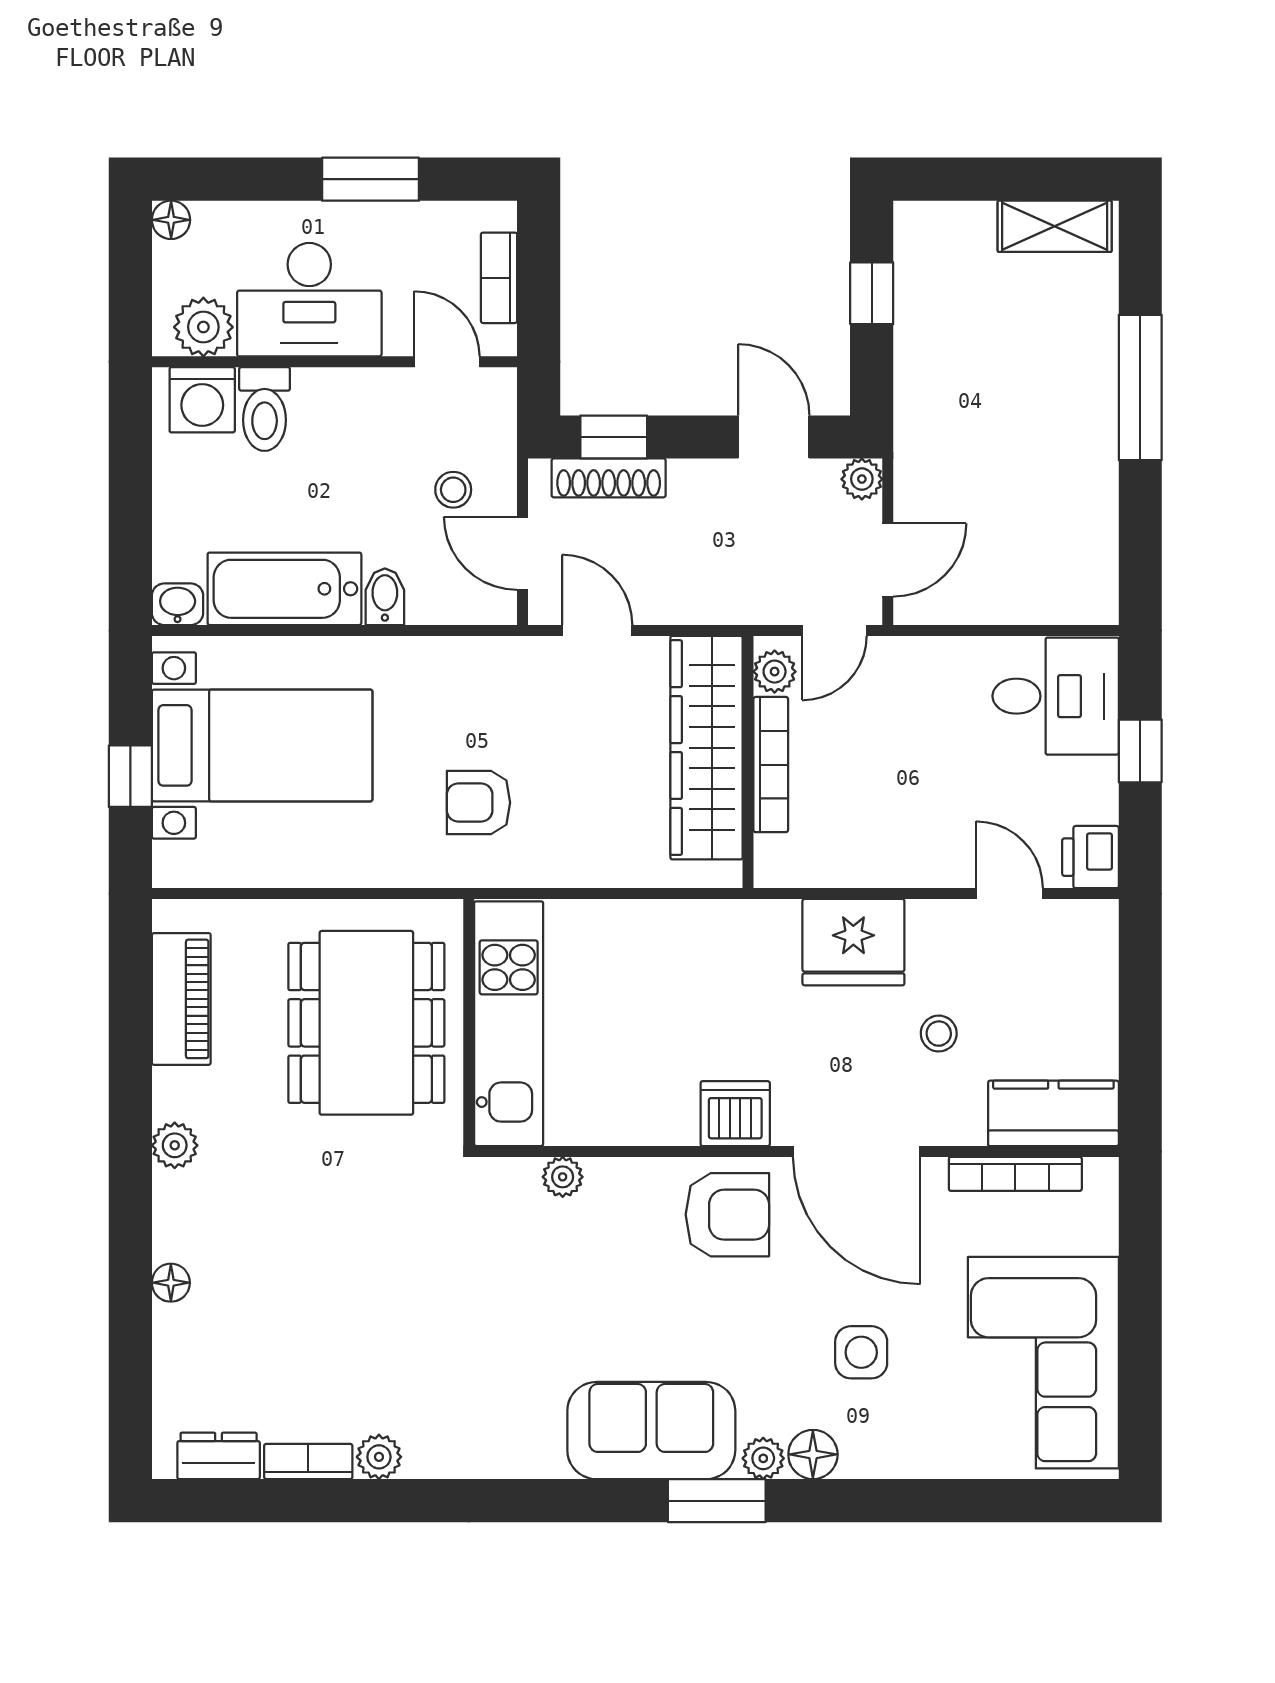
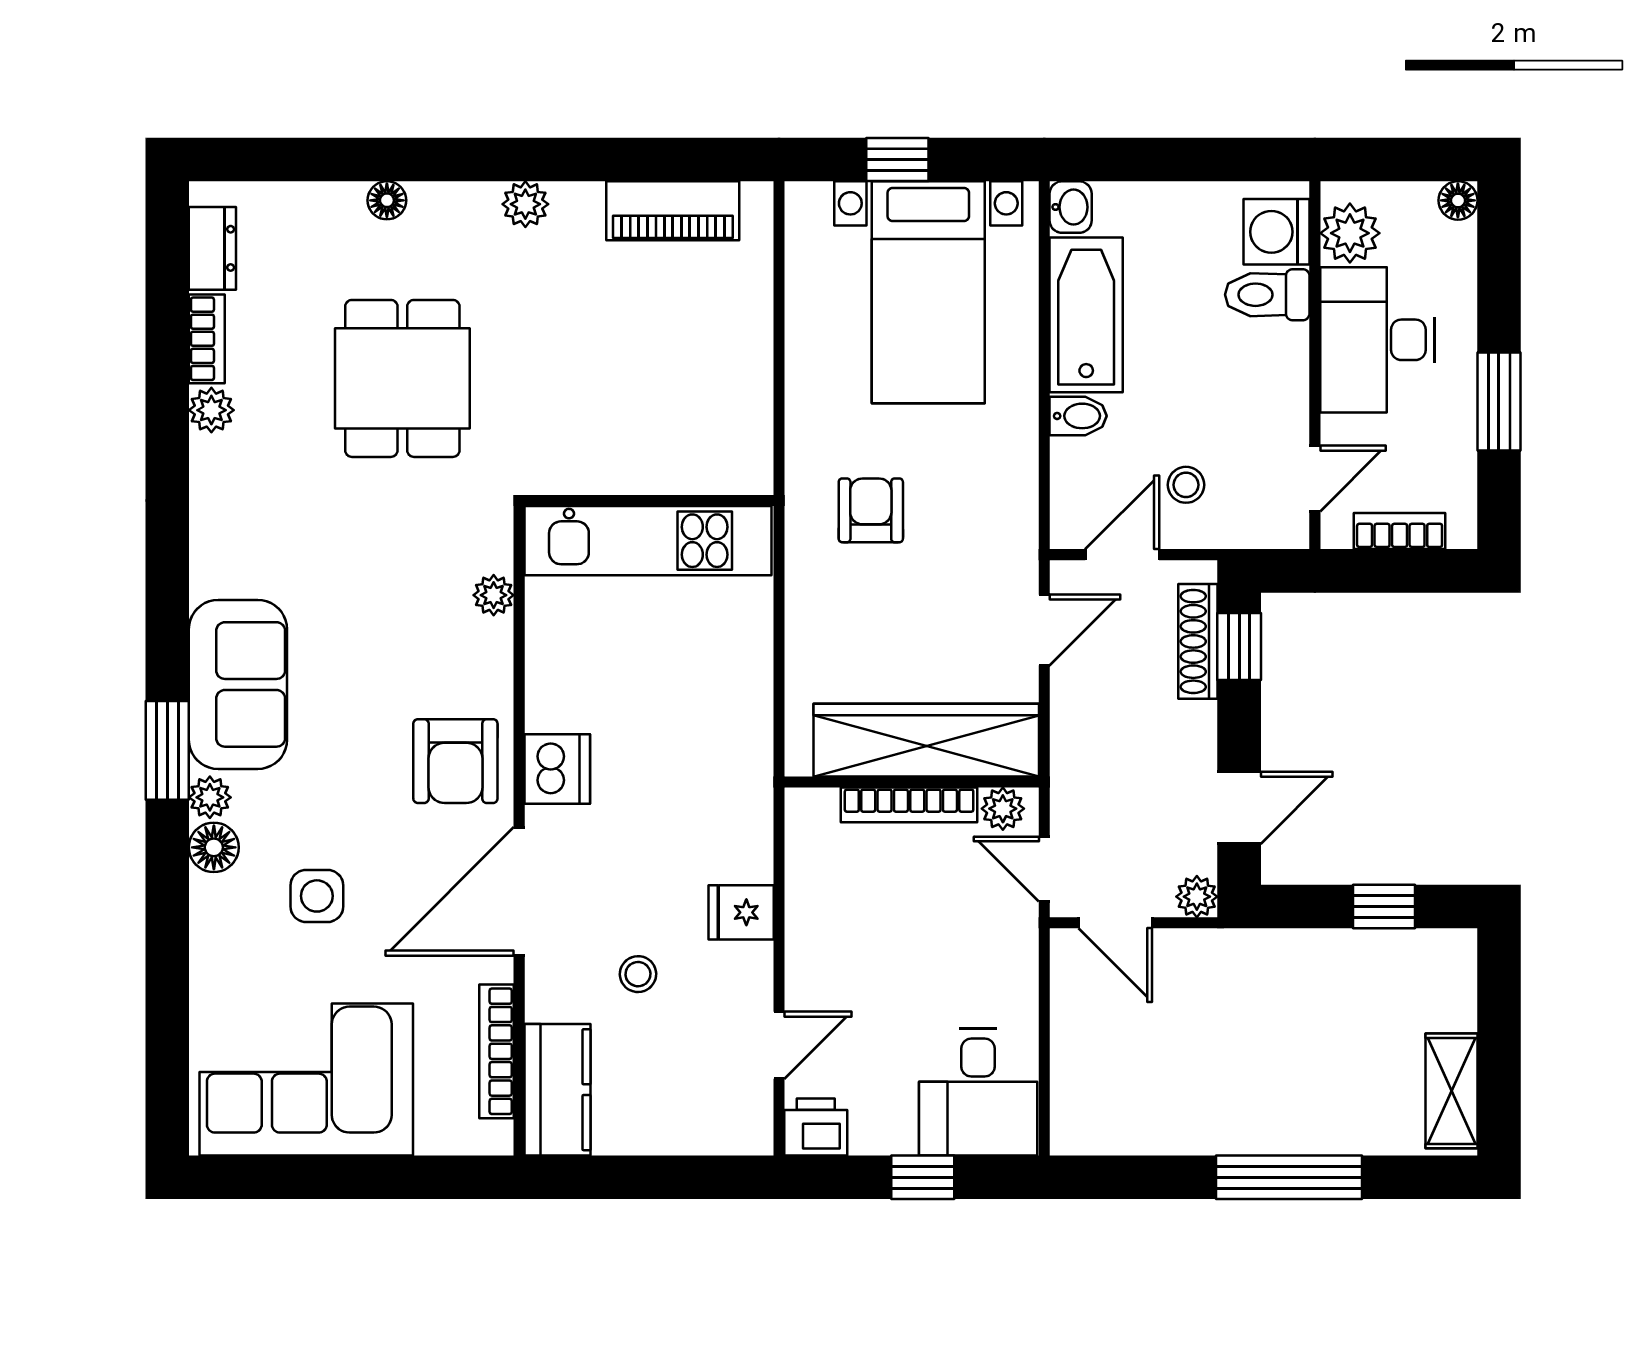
fridge: (853, 942) -> (741, 912), width x0.53, depth x0.75
dining table: (366, 1023) -> (402, 378), moved, width x0.73

